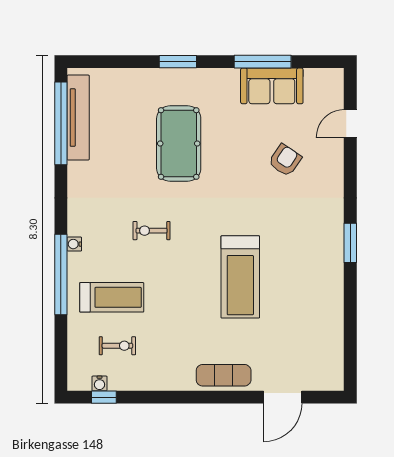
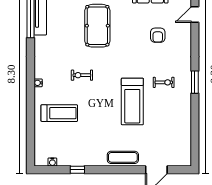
armchair: (285, 160) -> (158, 35), turned 146
window: (61, 274) -> (30, 100), removed
exercise bike: (117, 346) -> (164, 82), moved
window: (104, 397) -> (77, 170), moved

